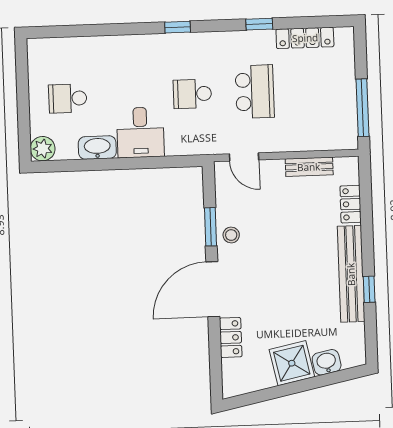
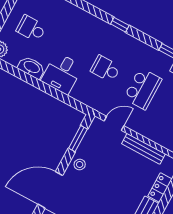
door: (244, 157) -> (114, 123), swing flipped
bench: (309, 167) -> (144, 149), width x1.36
window: (210, 227) -> (78, 139), moved

